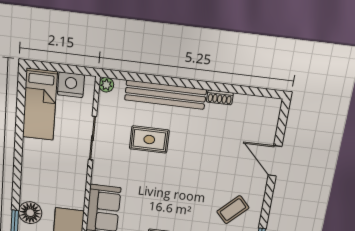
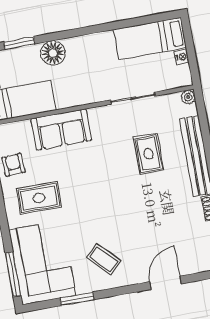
nightstand: (71, 85) -> (182, 57), width x0.53, depth x0.56
floor lamp: (30, 213) -> (53, 53), moved

